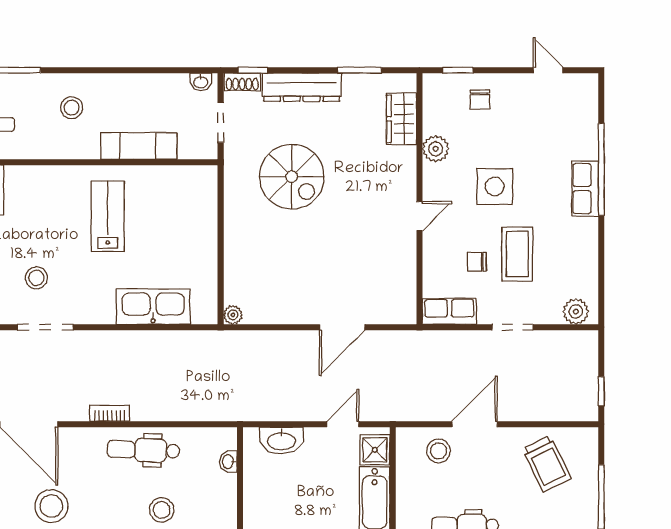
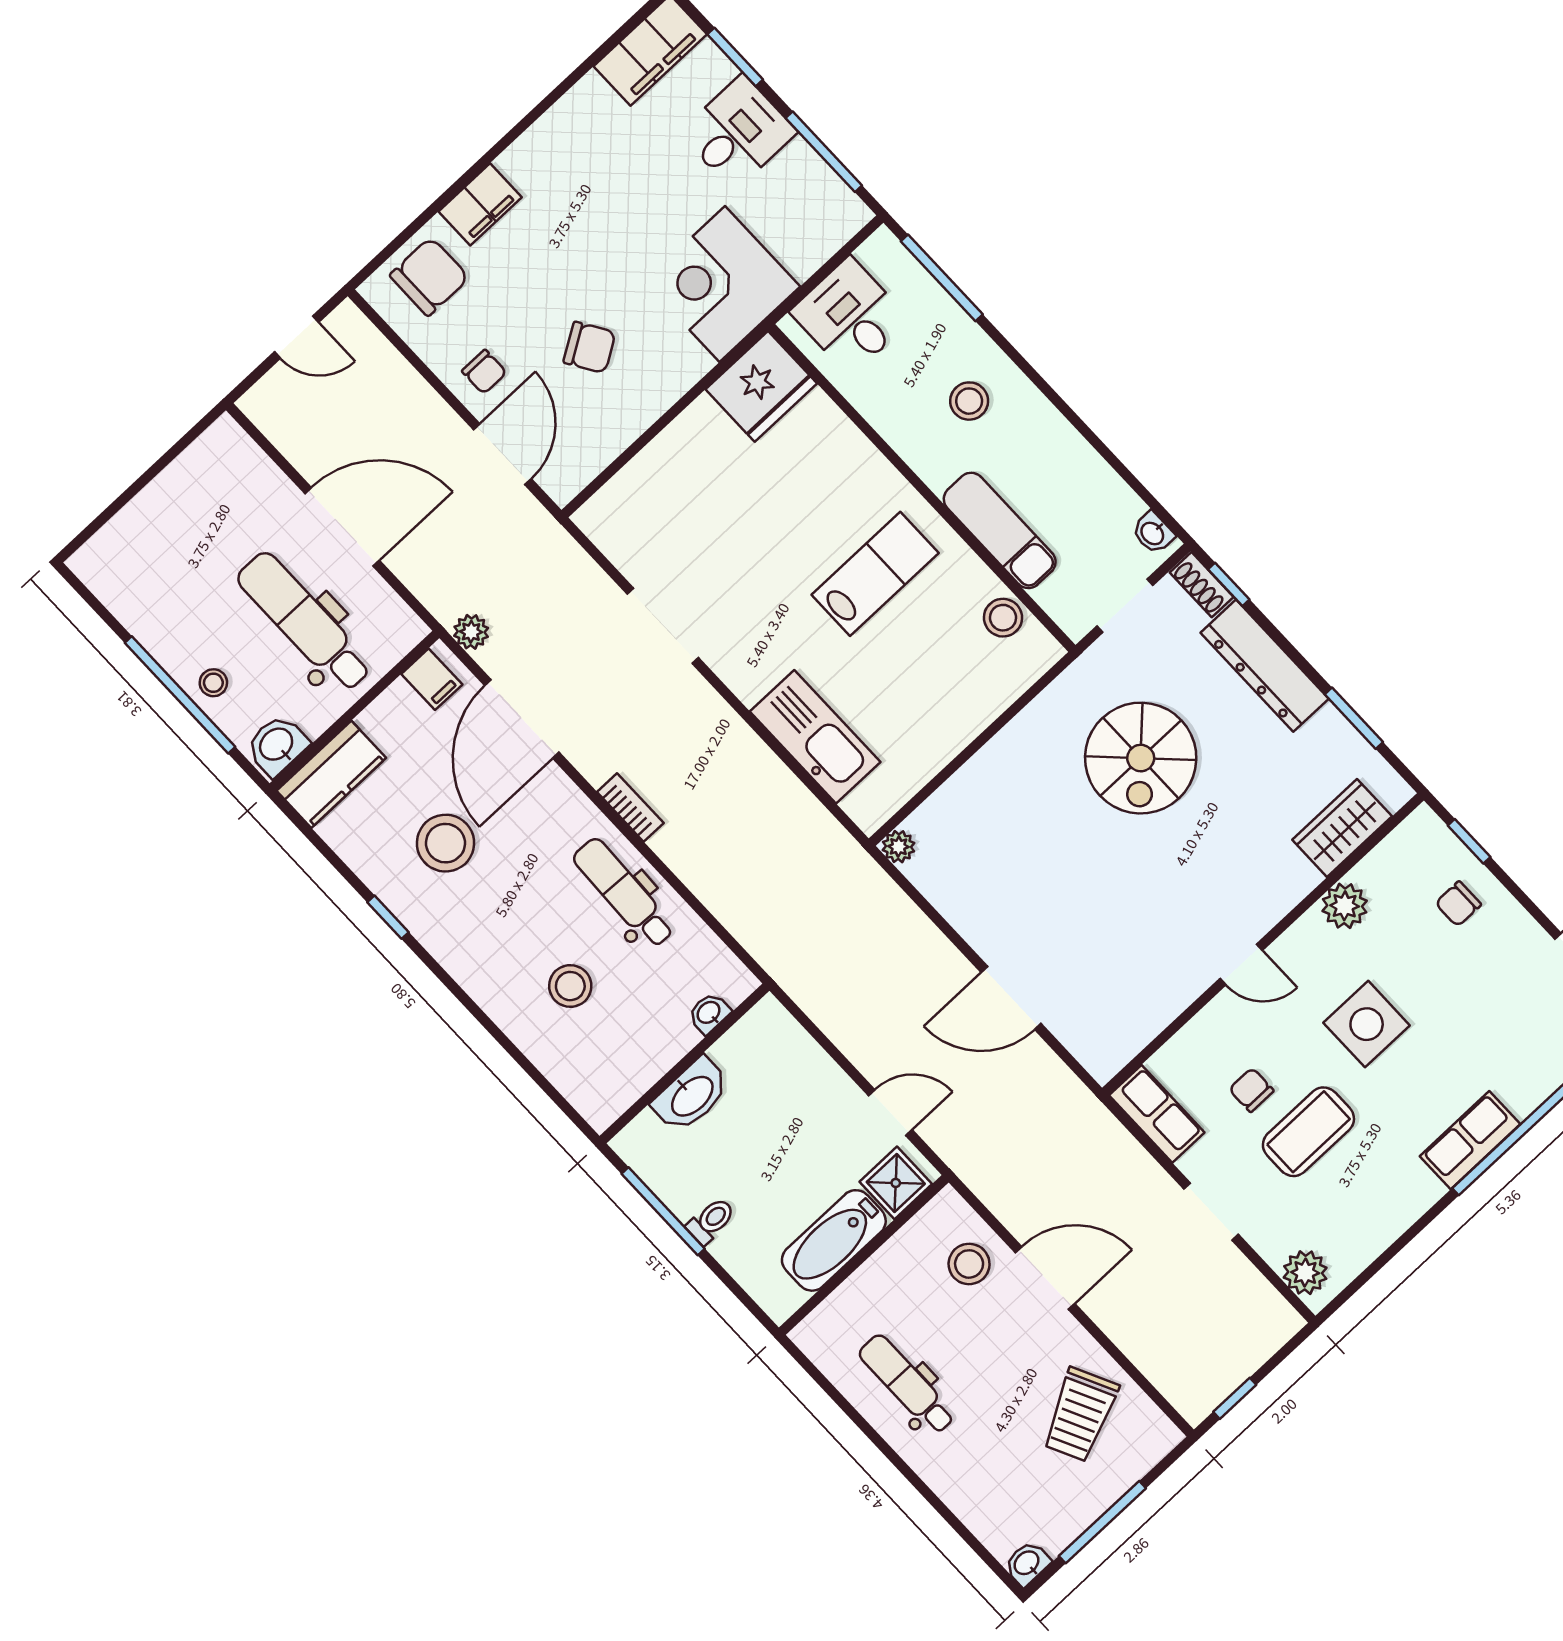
stool: (36, 278) -> (1003, 618), moved
washbasin: (282, 440) -> (691, 1095), moved, turned -90

